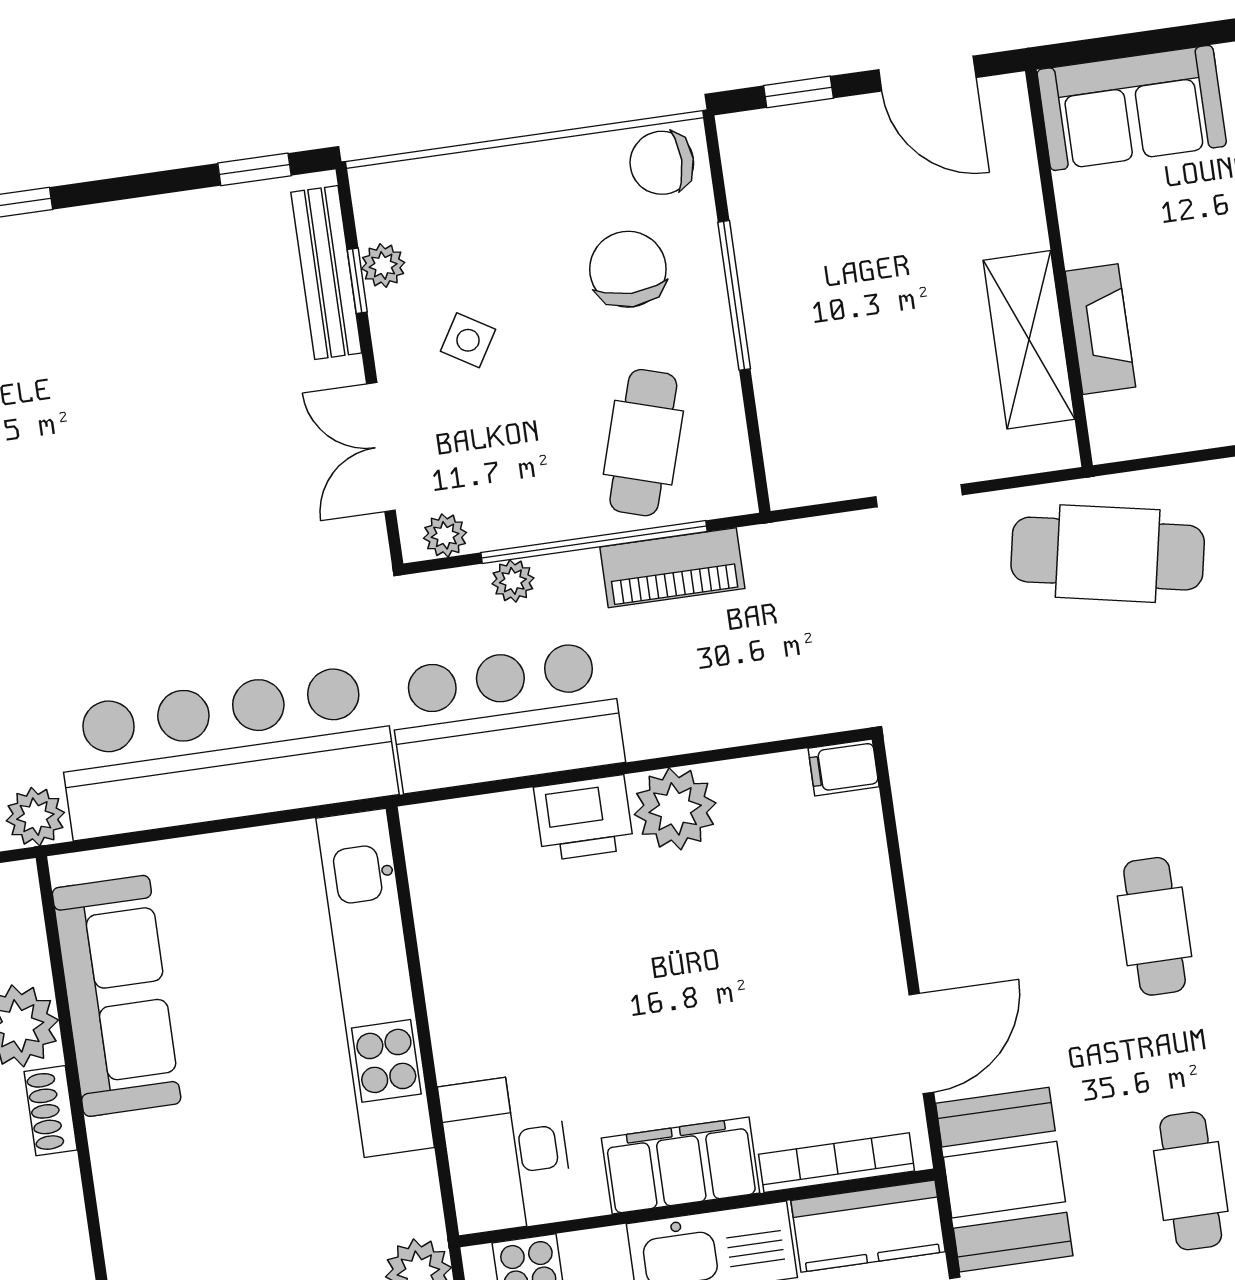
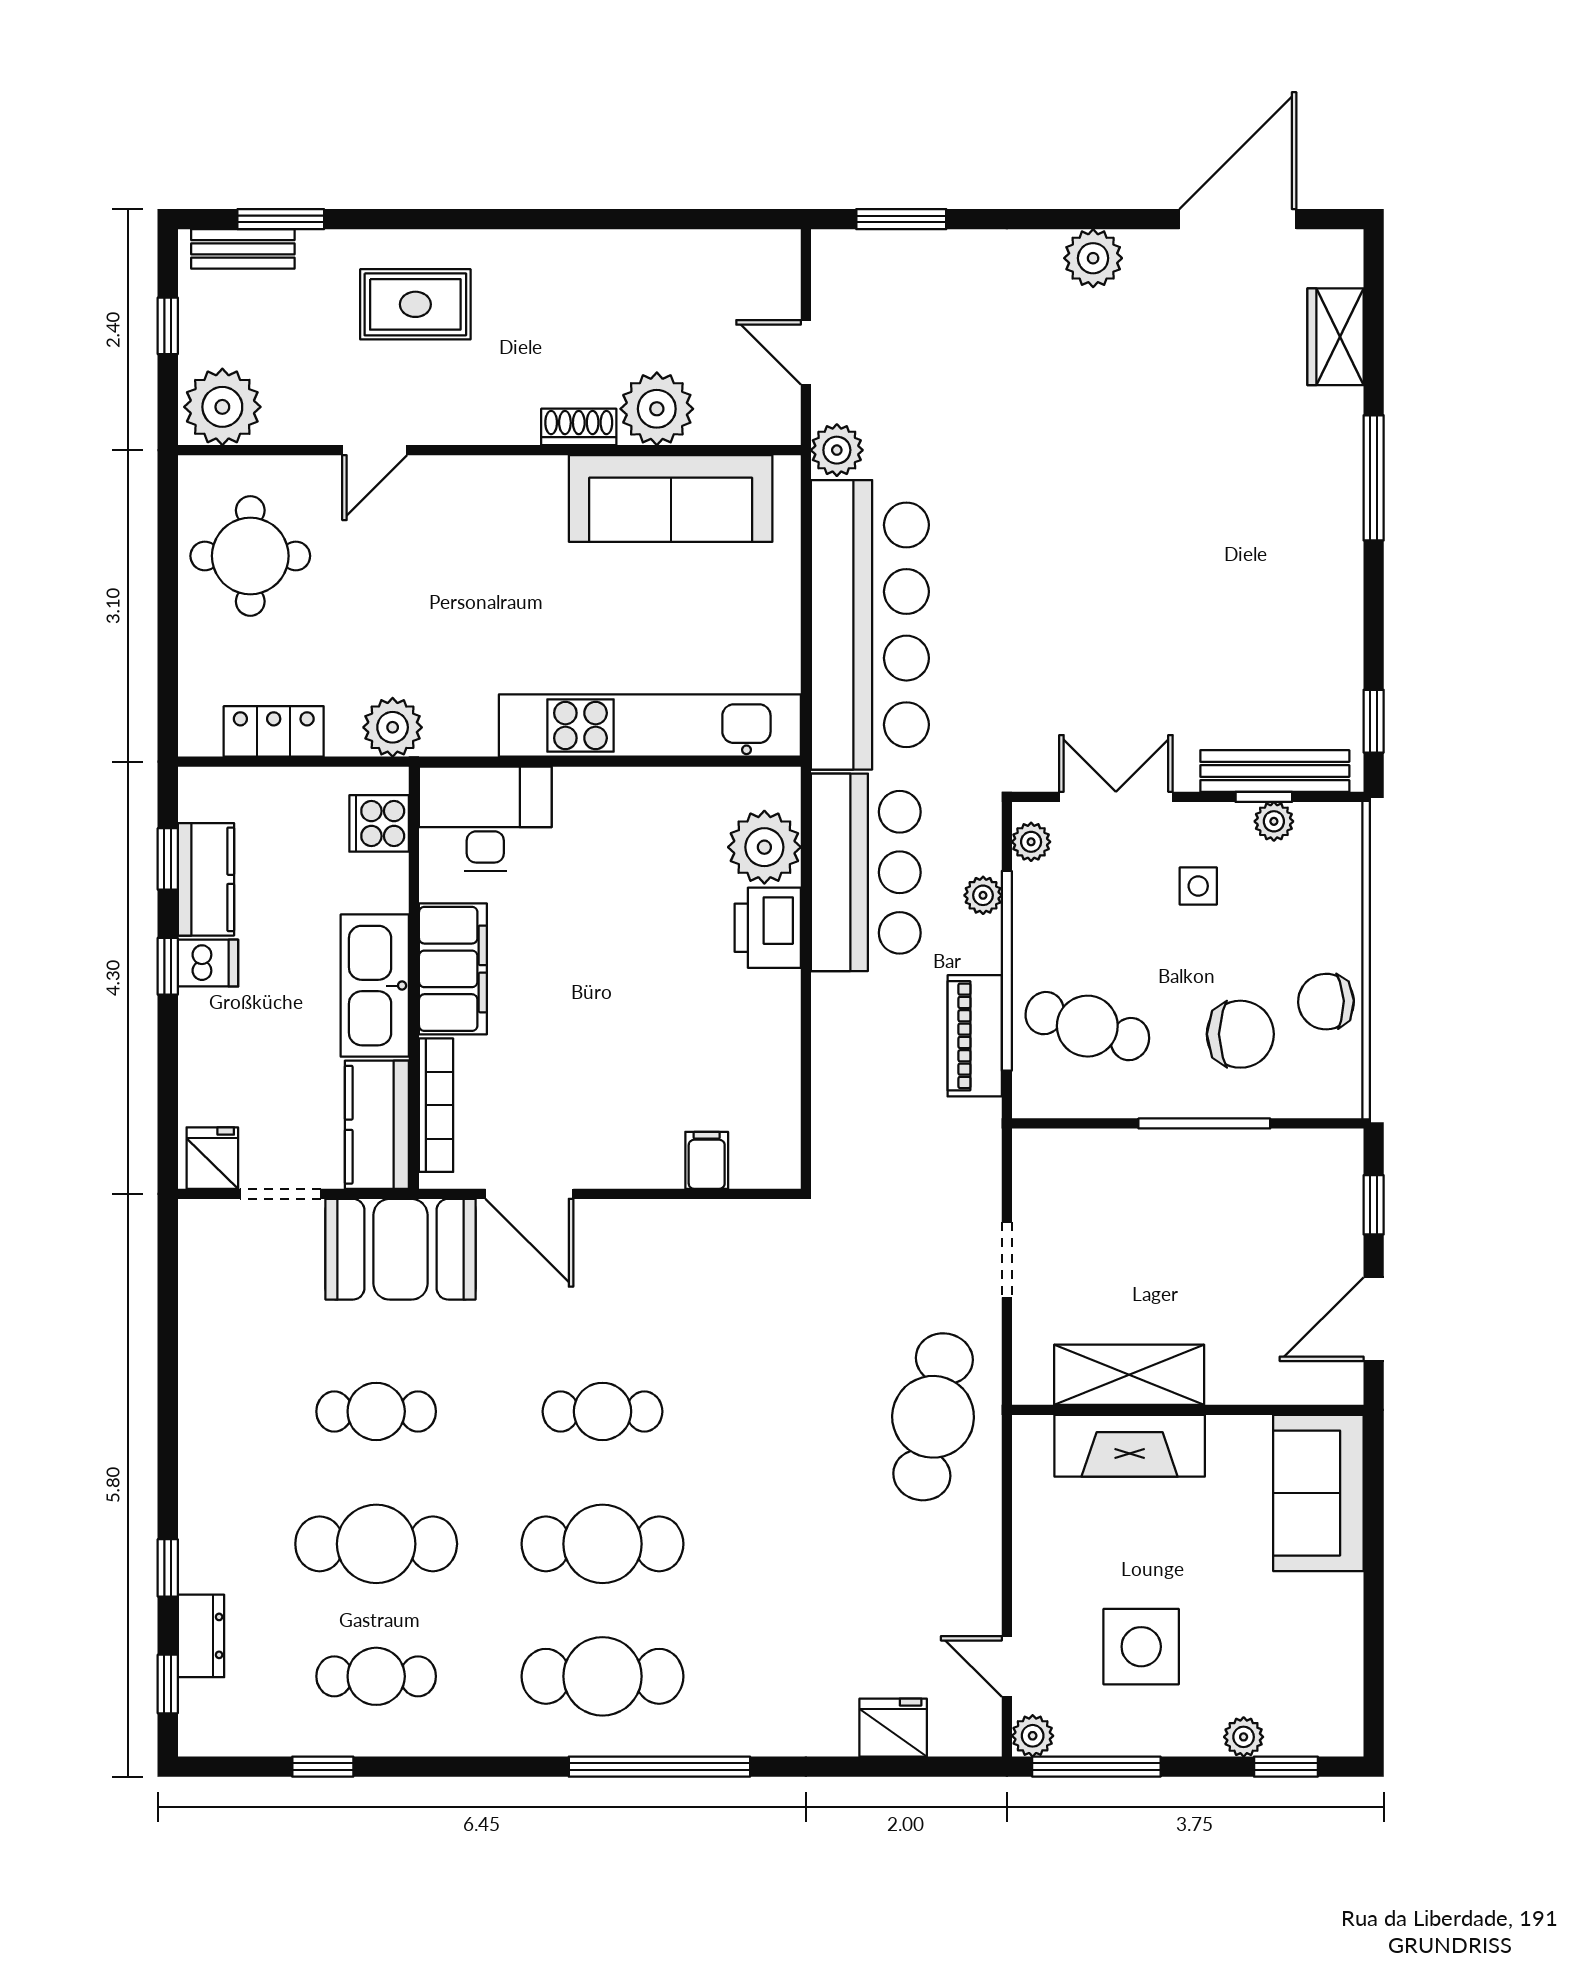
chair: (662, 163) -> (1326, 1002), moved, turned -92
fireplace: (1100, 329) -> (1130, 1446), width x1.37, depth x1.32
side table: (468, 340) -> (1198, 886), turned -31
filing cabinet: (844, 767) -> (707, 1160), moved
plant: (675, 809) -> (764, 847), moved

